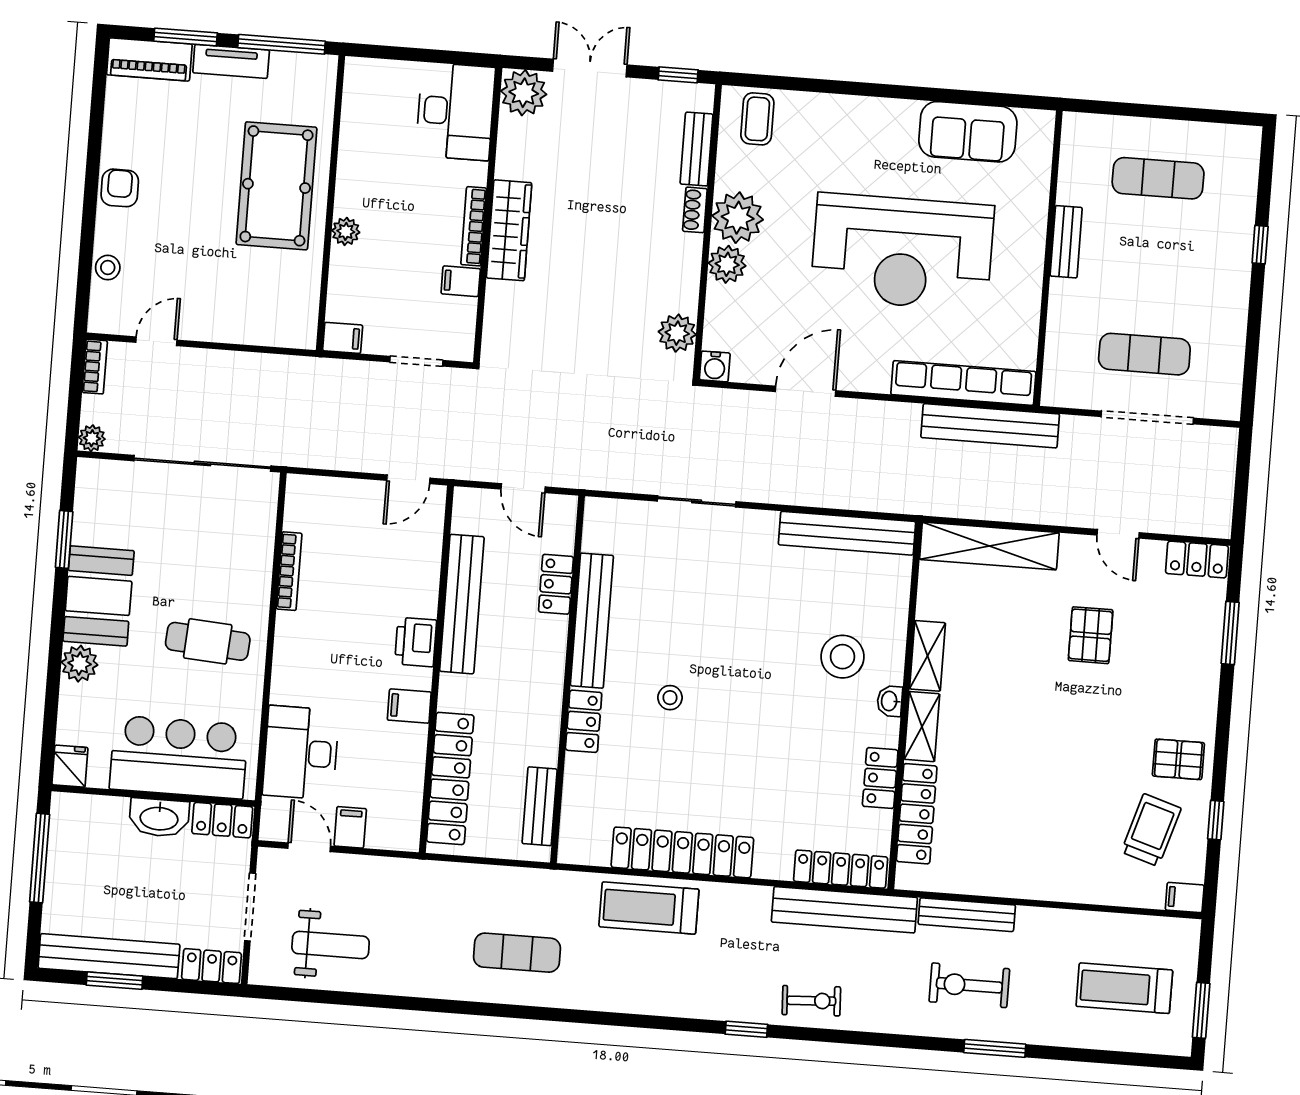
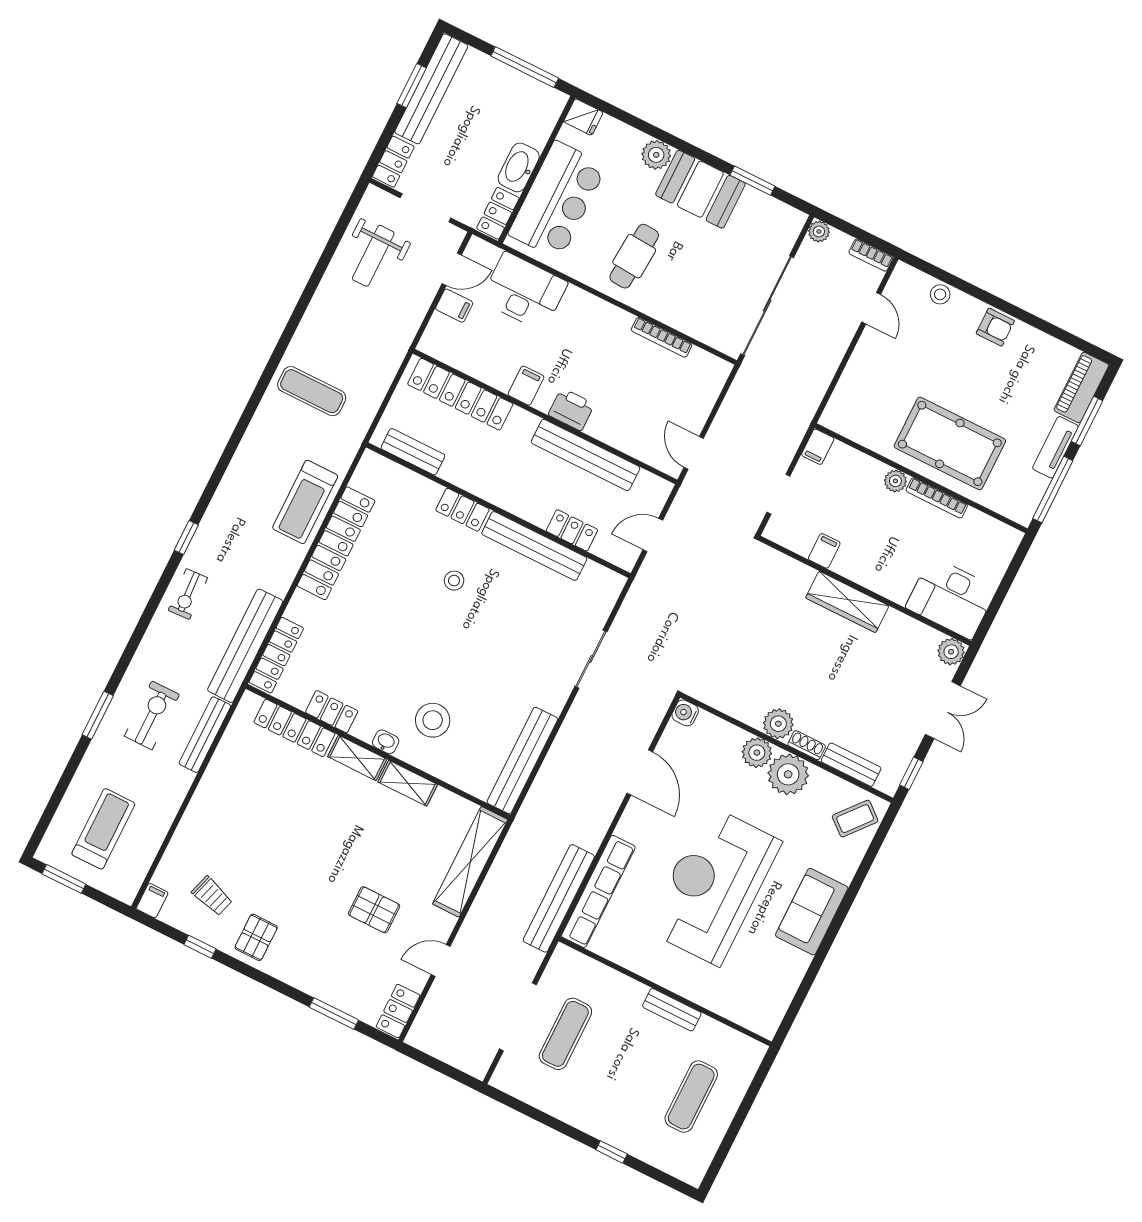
plant: (524, 93) -> (951, 652), width x0.73, depth x0.73
coffee table: (757, 119) -> (855, 819), turned -50
sofa: (968, 132) -> (812, 912), moved
bookcase: (474, 226) -> (937, 498), moved, turned 180
plant: (677, 333) -> (778, 724), moved
trolley: (1151, 830) -> (212, 896), width x0.73, depth x0.72
treadmill: (649, 908) -> (305, 502), turned 180
exercise mat: (517, 953) -> (312, 391), turned 90

